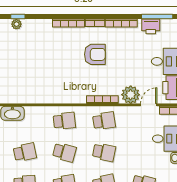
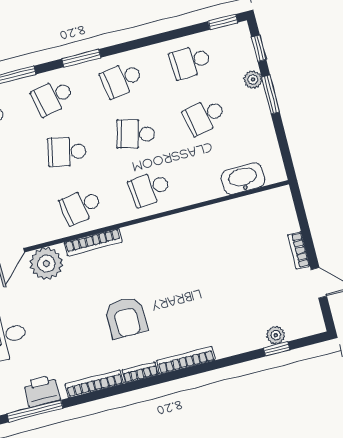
armchair: (95, 54) -> (126, 318), turned -90

